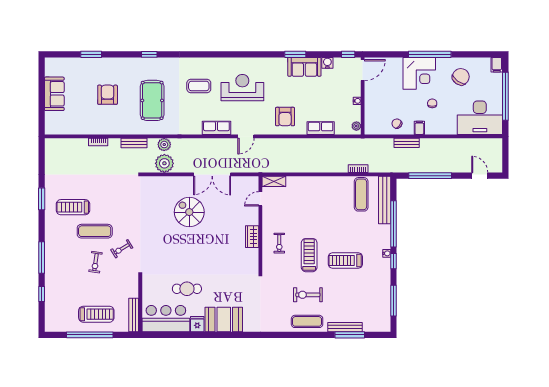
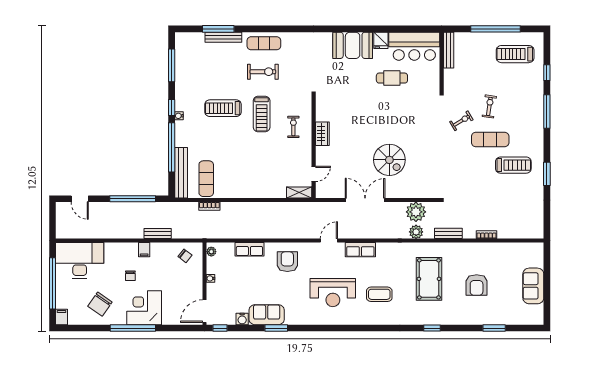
chair: (397, 124) -> (185, 256), moved
treadmill: (345, 261) -> (223, 108), turned 180
treadmill: (96, 314) -> (515, 54), moved

